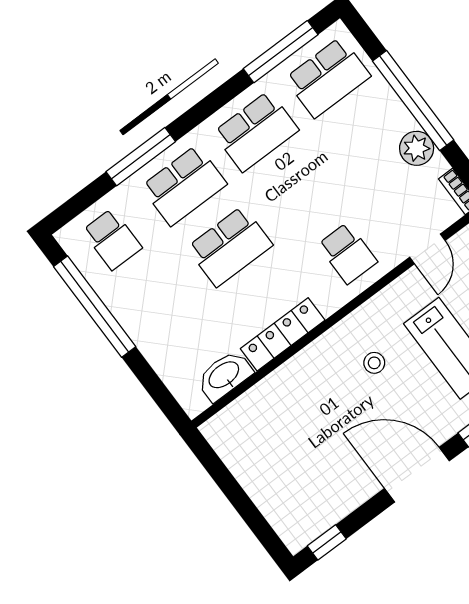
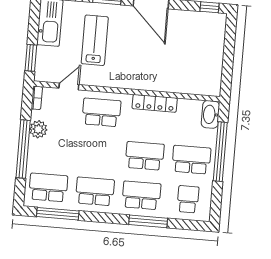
school desk: (347, 253) -> (101, 112), width x1.85
school desk: (158, 300) -> (191, 160), added
window: (95, 307) -> (220, 152), moved
stool: (374, 363) -> (129, 61), removed
washbasin: (224, 376) -> (210, 114), moved, turned 90

